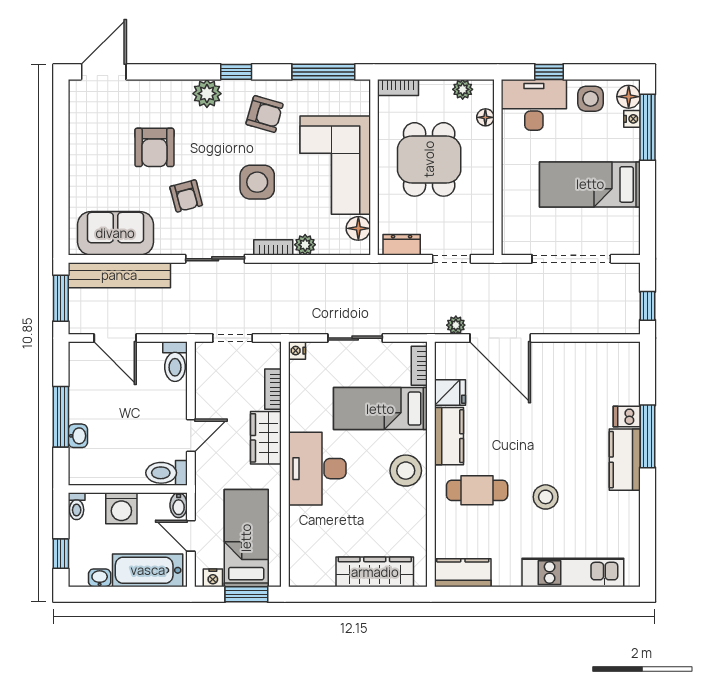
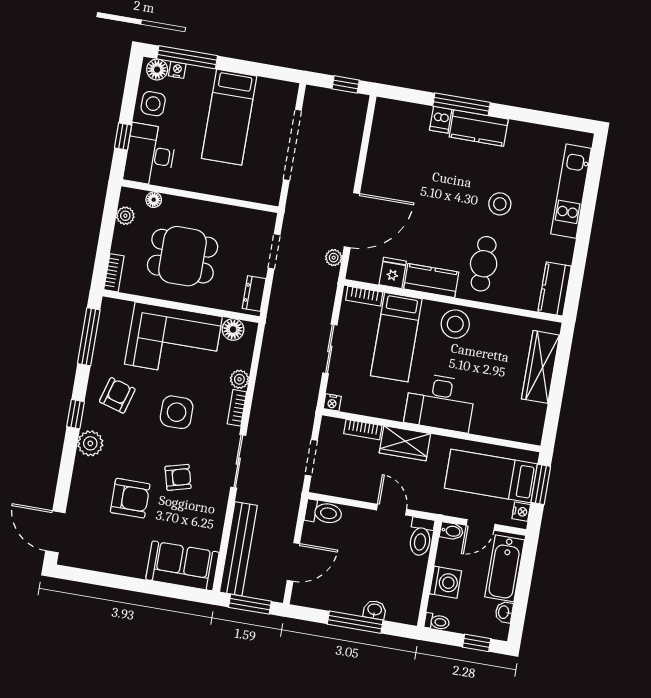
sofa: (115, 233) -> (182, 566), moved, turned 90

